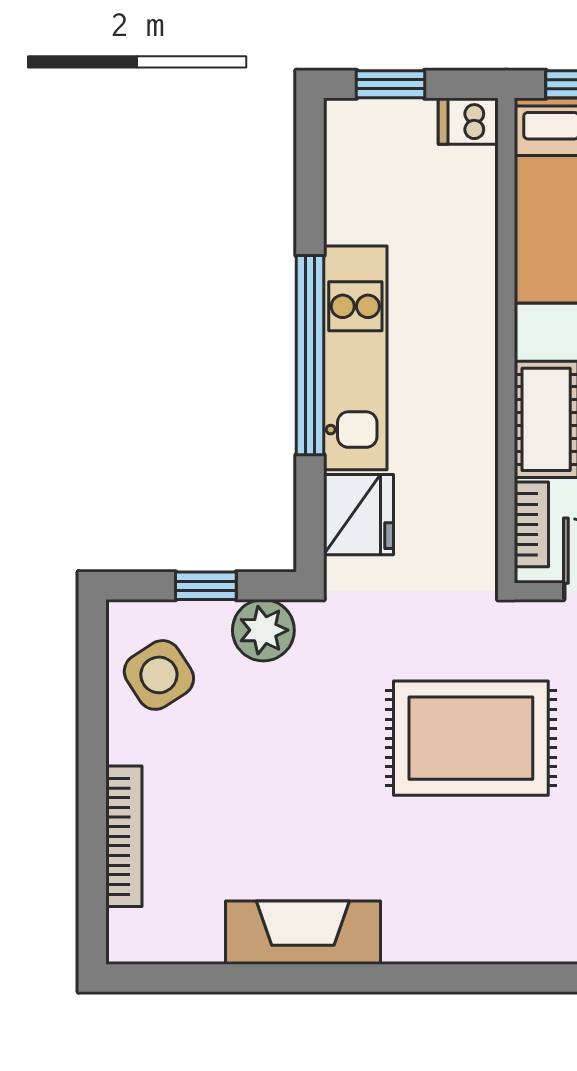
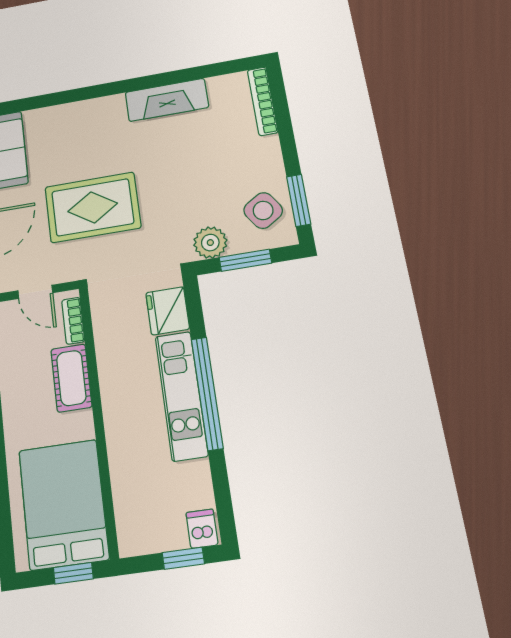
dishwasher: (468, 121) -> (202, 529), moved, turned -90
window: (206, 586) -> (245, 260), width x1.50
window: (92, 683) -> (299, 200), added
bookcase: (124, 836) -> (263, 101), moved

